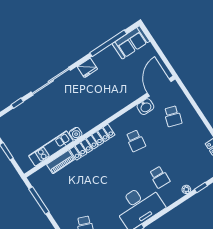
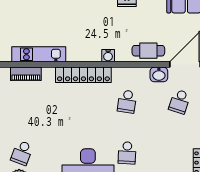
cafe table: (127, 95) -> (148, 51), added
water cooler: (76, 133) -> (108, 56), moved
piano: (60, 162) -> (26, 74), moved

